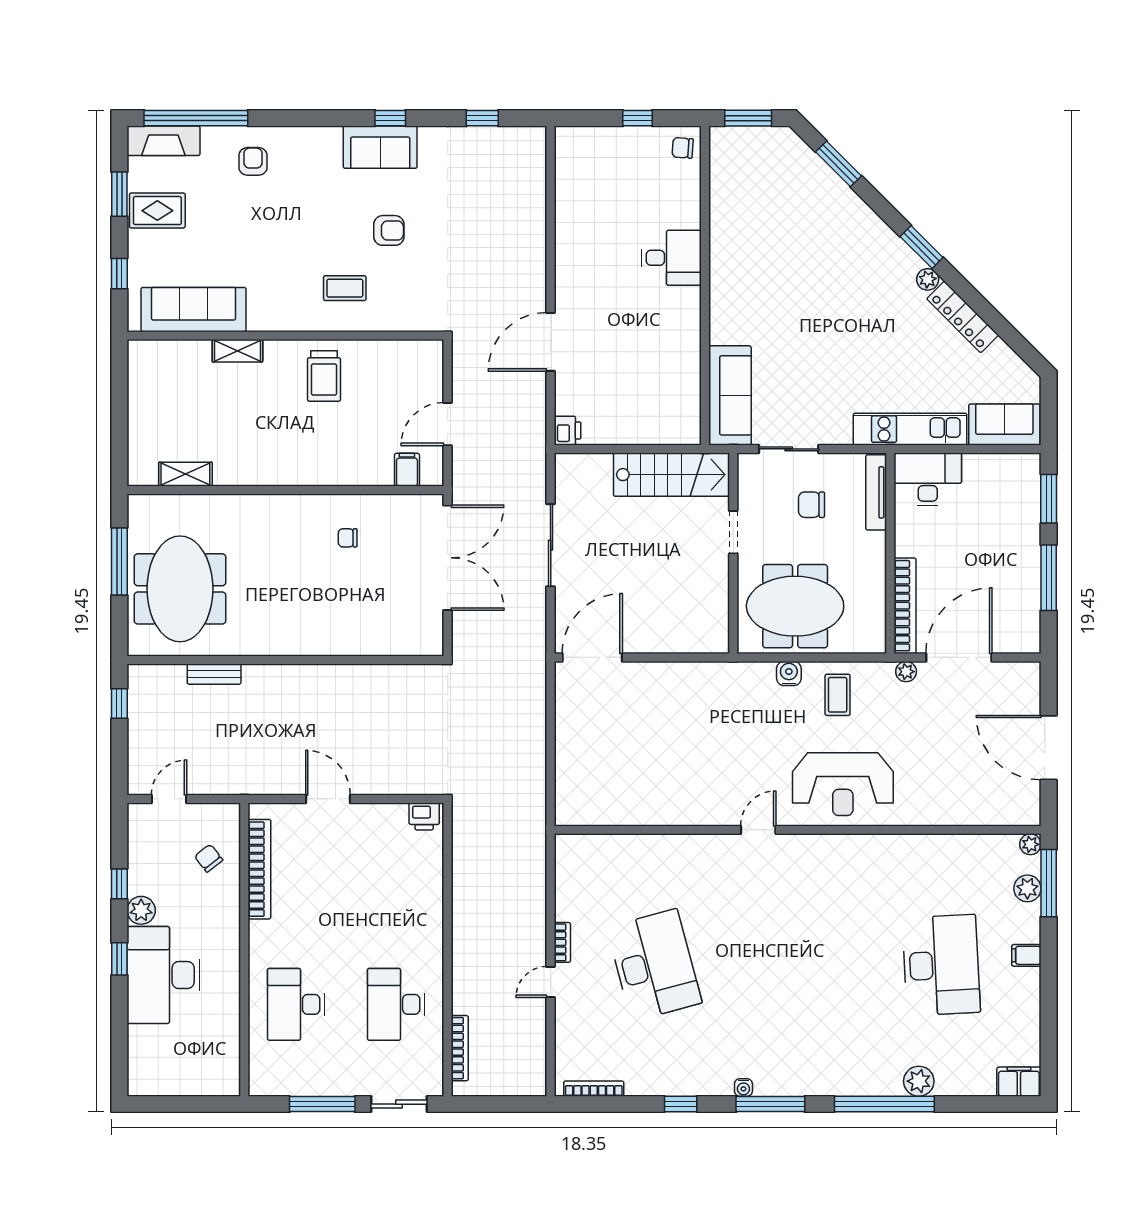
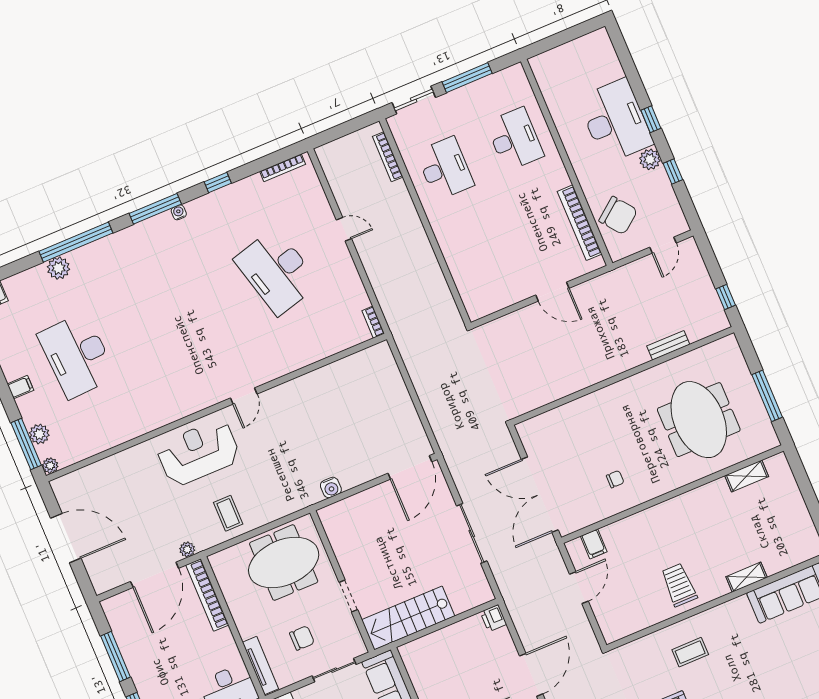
meeting table: (180, 589) -> (699, 420), moved
water cooler: (789, 673) -> (331, 488), moved
printer: (424, 816) -> (480, 308), removed
chair: (209, 858) -> (618, 215), width x1.87, depth x1.87
bookcase: (562, 942) -> (373, 322), moved
door: (551, 982) -> (344, 229), hinge flipped

